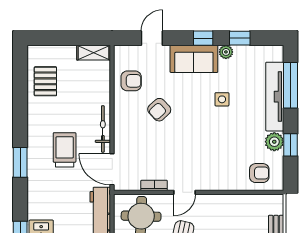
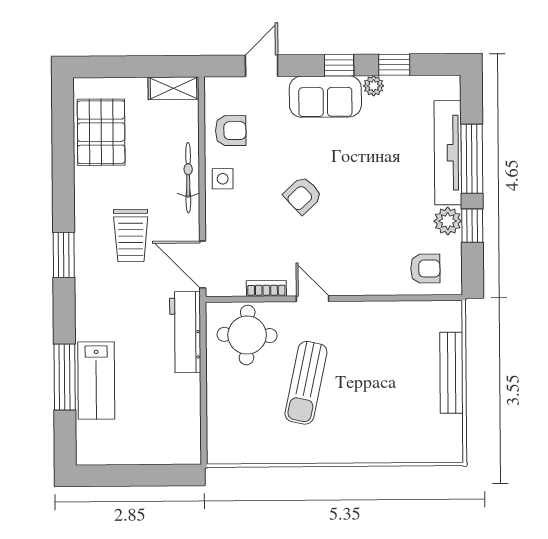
pallet: (45, 81) -> (101, 132), width x1.50, depth x1.42
window: (291, 85) -> (472, 159), moved
side table: (222, 99) -> (223, 179), moved
armchair: (159, 110) -> (303, 195), moved
bicycle: (103, 129) -> (188, 178), moved
trolley: (65, 150) -> (131, 236), turned 180
door: (185, 192) -> (312, 299), swing flipped

